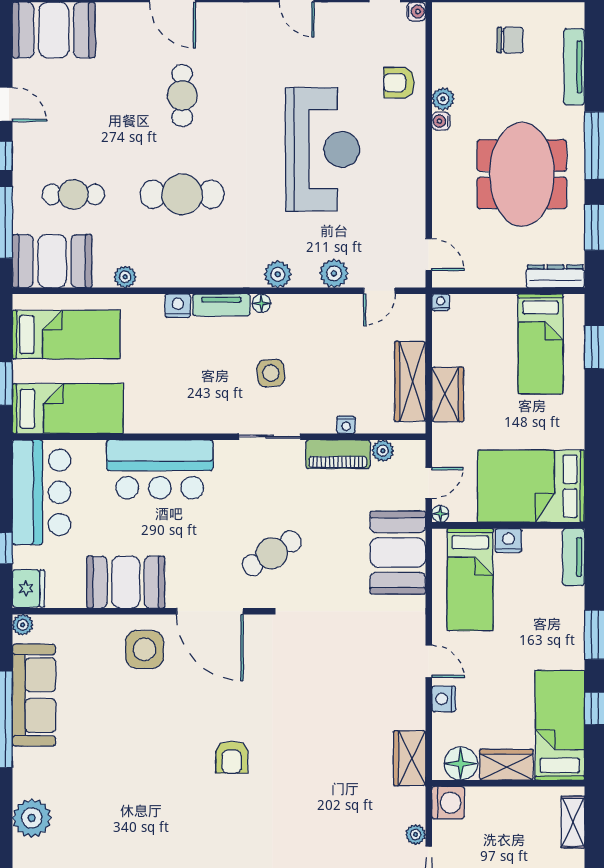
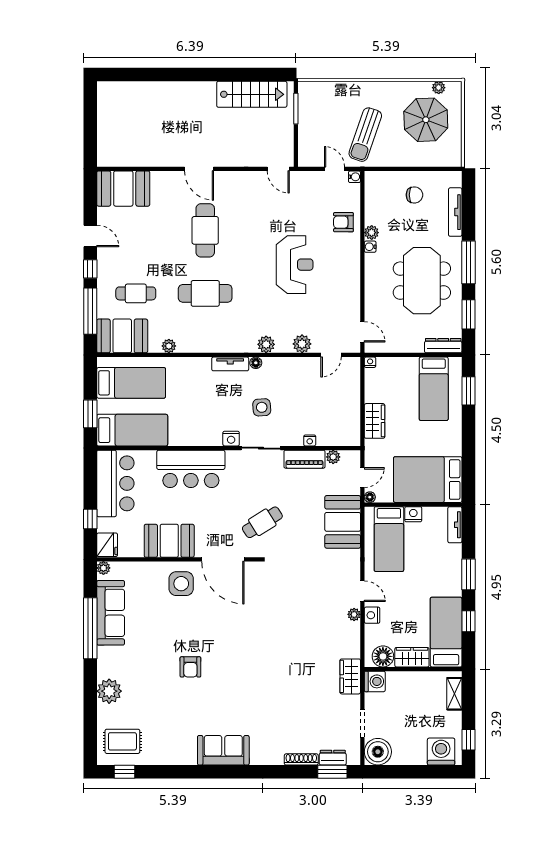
cafe table: (182, 96) -> (205, 230), width x1.37, depth x1.35
reception desk: (323, 149) -> (295, 265), width x0.74, depth x0.77
nightstand: (178, 306) -> (231, 439), moved, turned 180
wardrobe: (410, 381) -> (351, 413), removed
armchair: (232, 757) -> (190, 667), moved
wardrobe: (410, 758) -> (350, 676), moved
plant: (416, 835) -> (354, 614), moved

